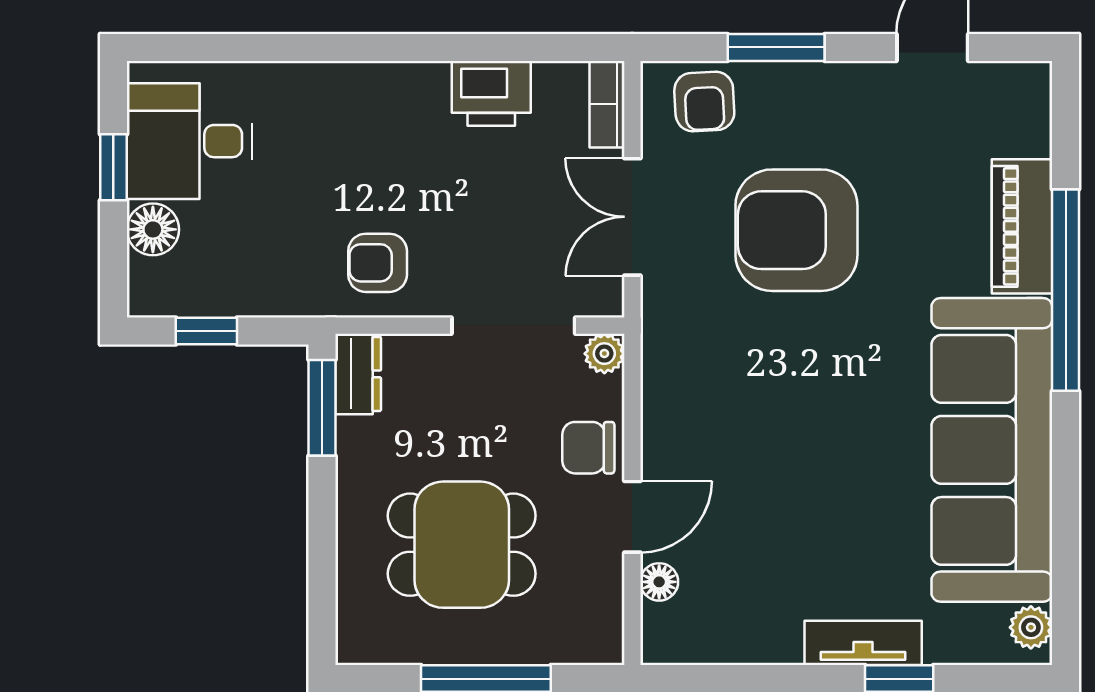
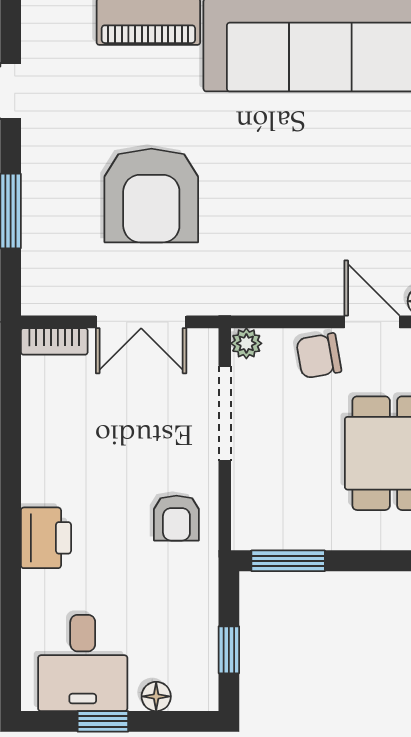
printer: (491, 93) -> (46, 538), moved
armchair: (704, 101) -> (52, 266), removed
floor lamp: (153, 229) -> (156, 696), width x0.73, depth x0.73
dresser: (358, 374) -> (262, 533), removed
chair: (588, 448) -> (319, 356), turned 80

